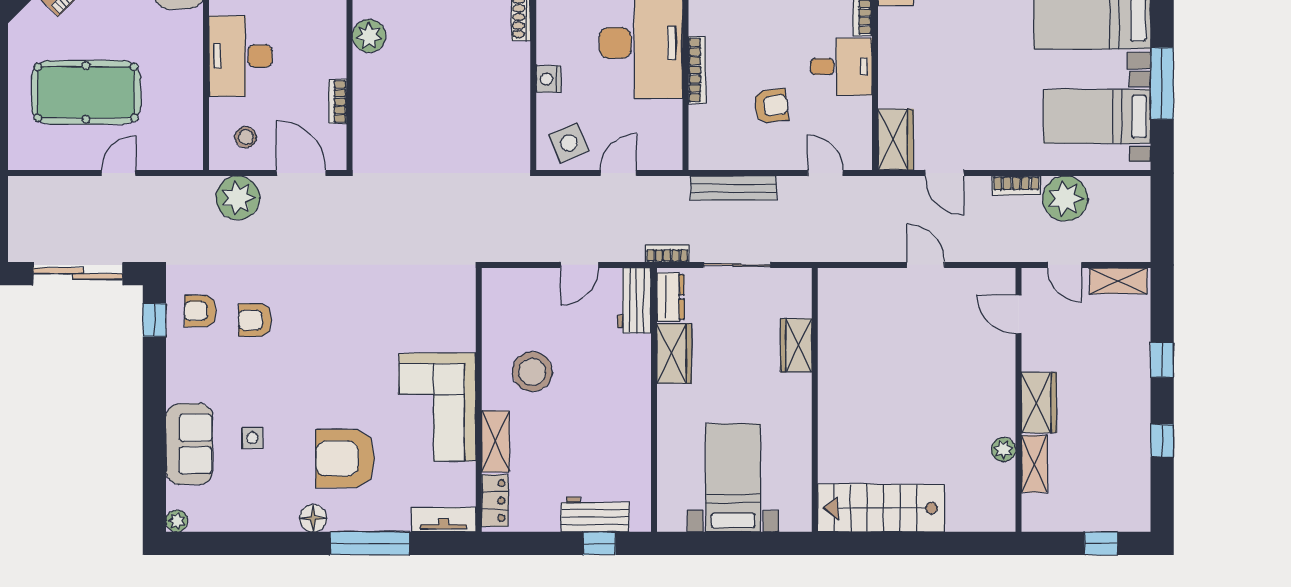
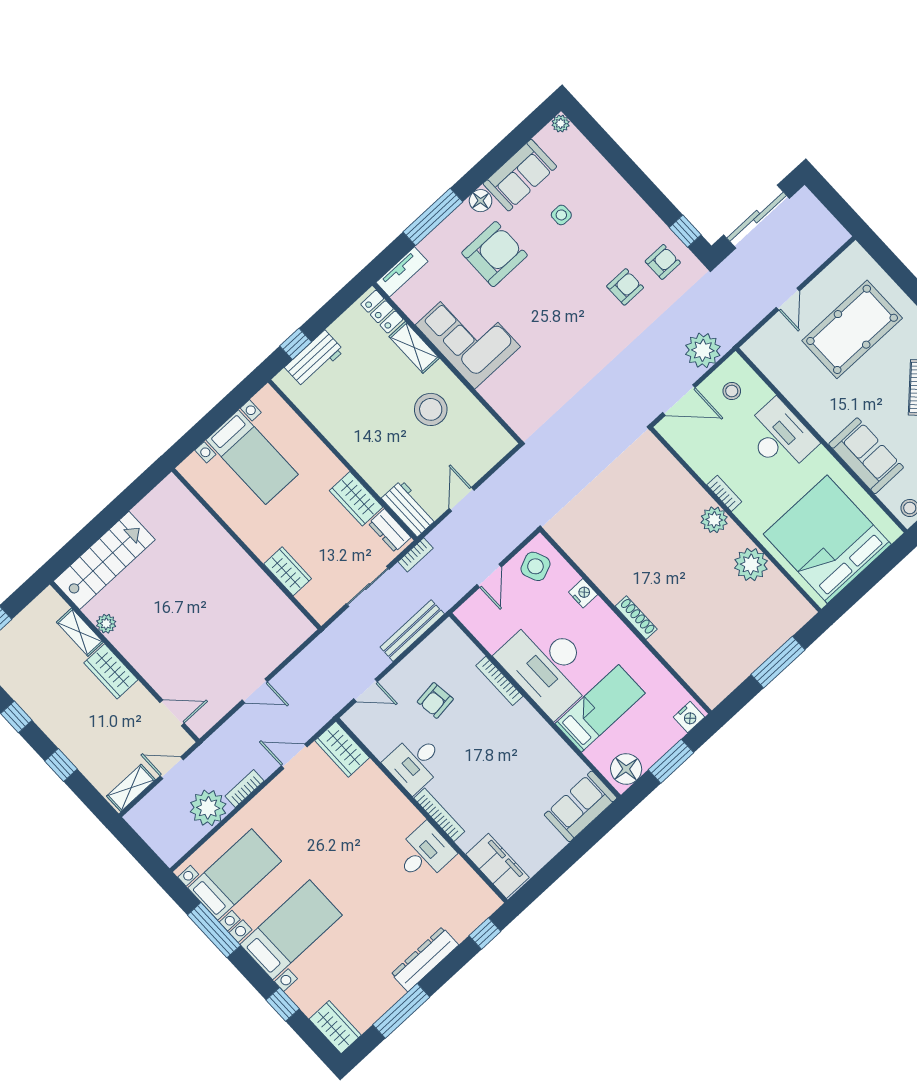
bookcase: (338, 102) -> (724, 493), moved
sofa: (189, 444) -> (520, 175), moved, turned -90
stairs: (881, 508) -> (104, 560), moved

